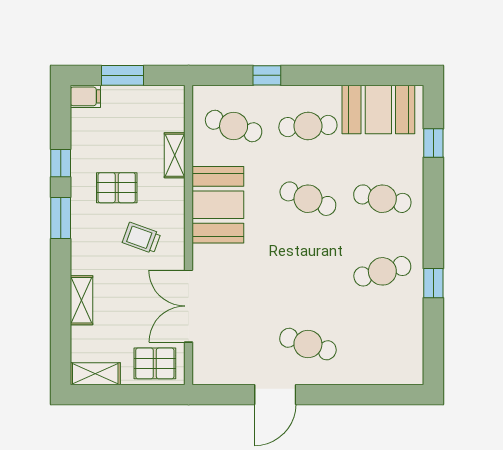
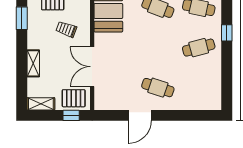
window: (433, 283) -> (227, 33), moved
window: (150, 395) -> (71, 115), added

